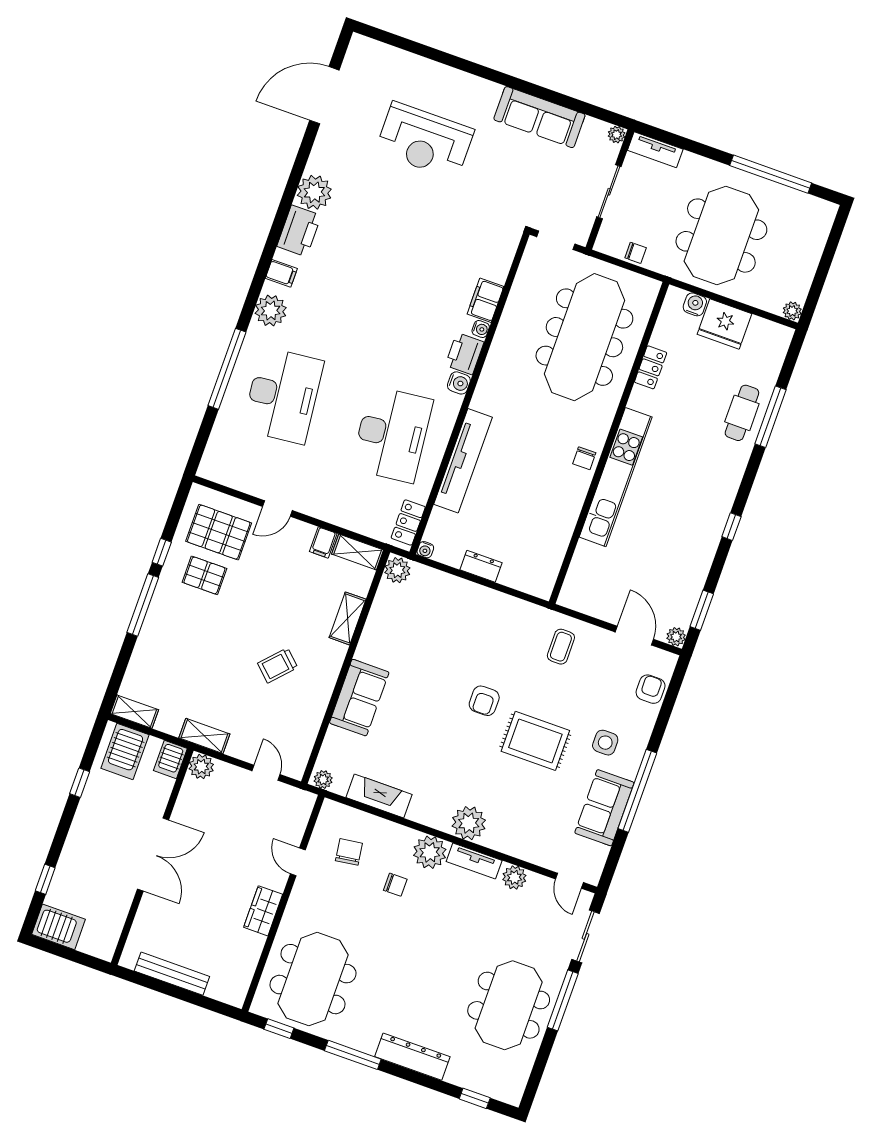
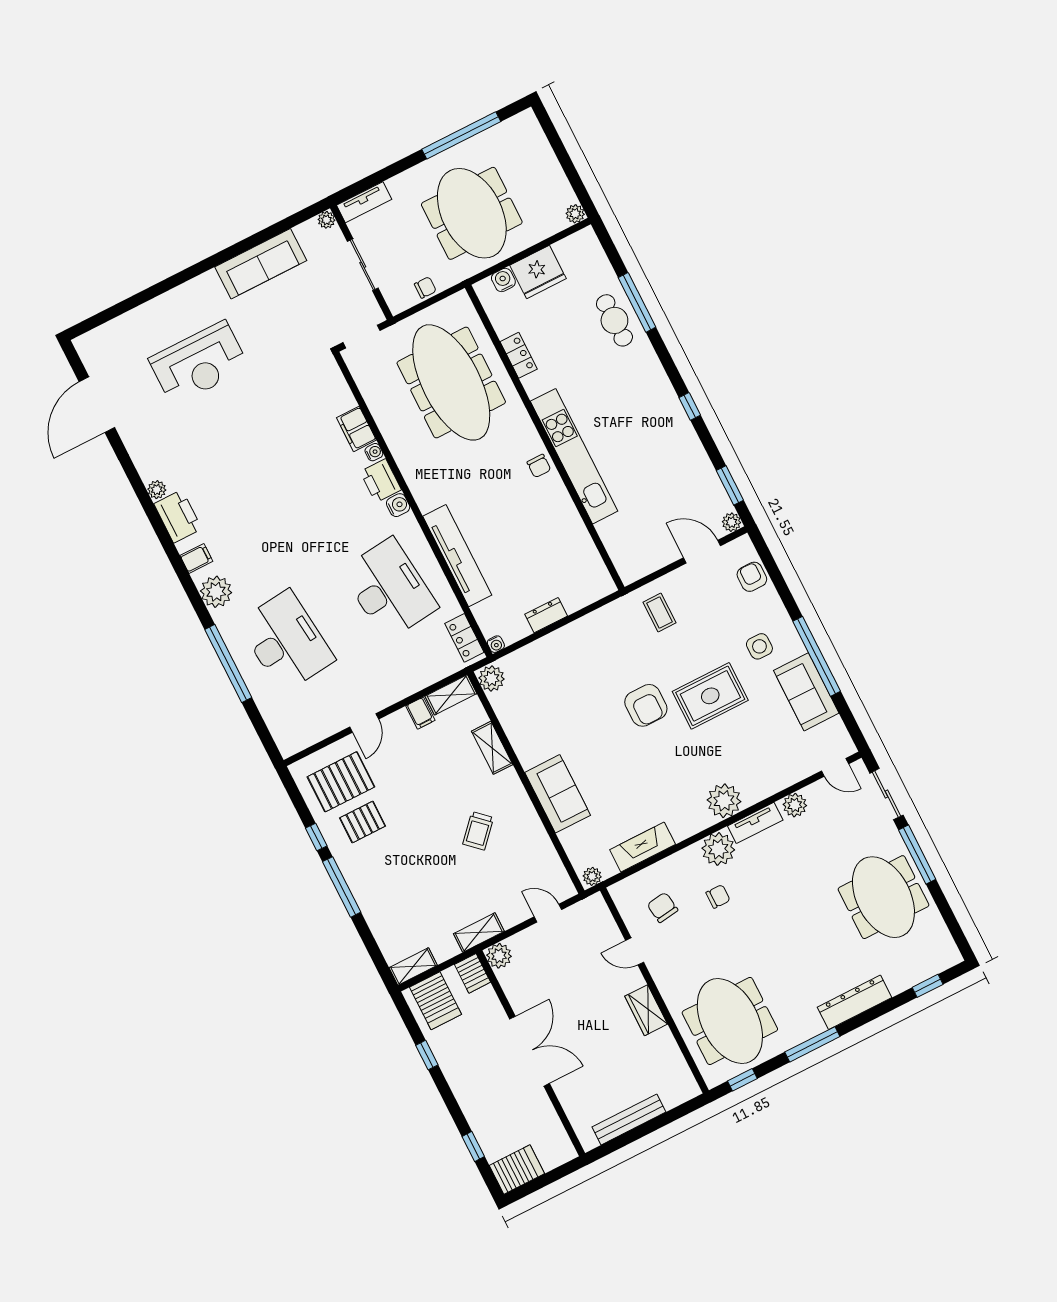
plant: (314, 192) -> (157, 490), width x0.53, depth x0.53
armchair: (484, 701) -> (646, 705), width x1.38, depth x1.38

